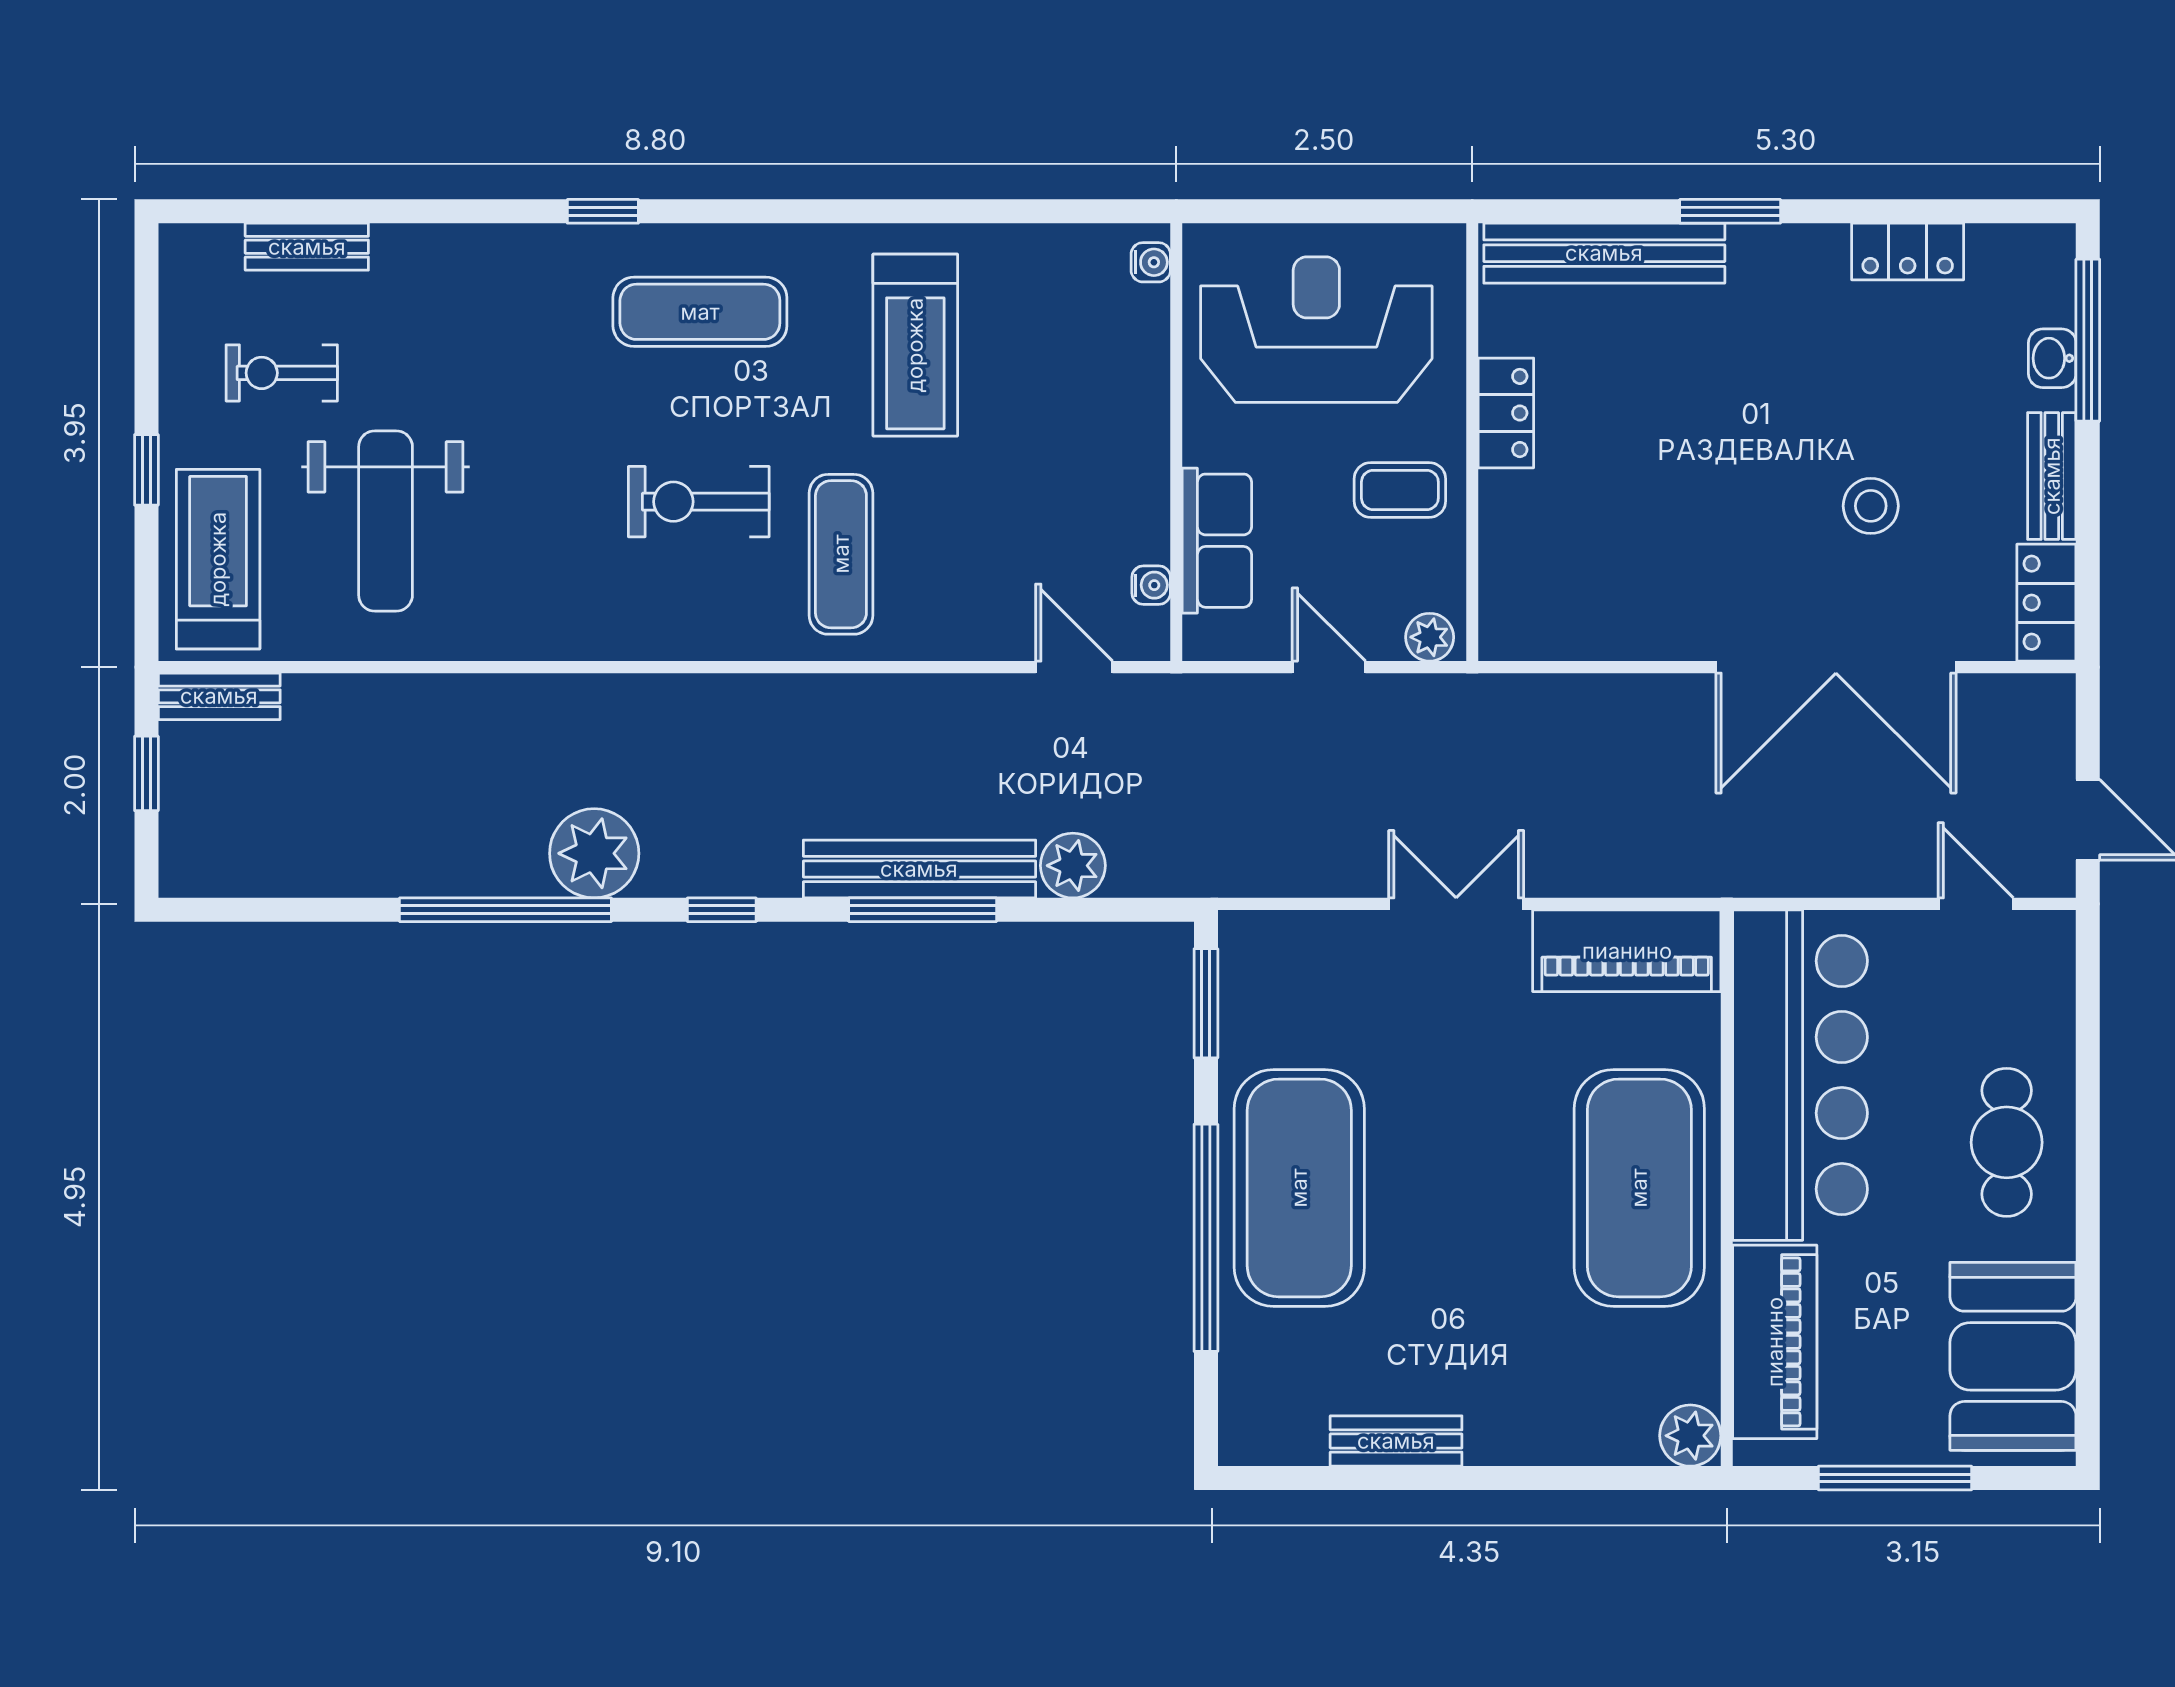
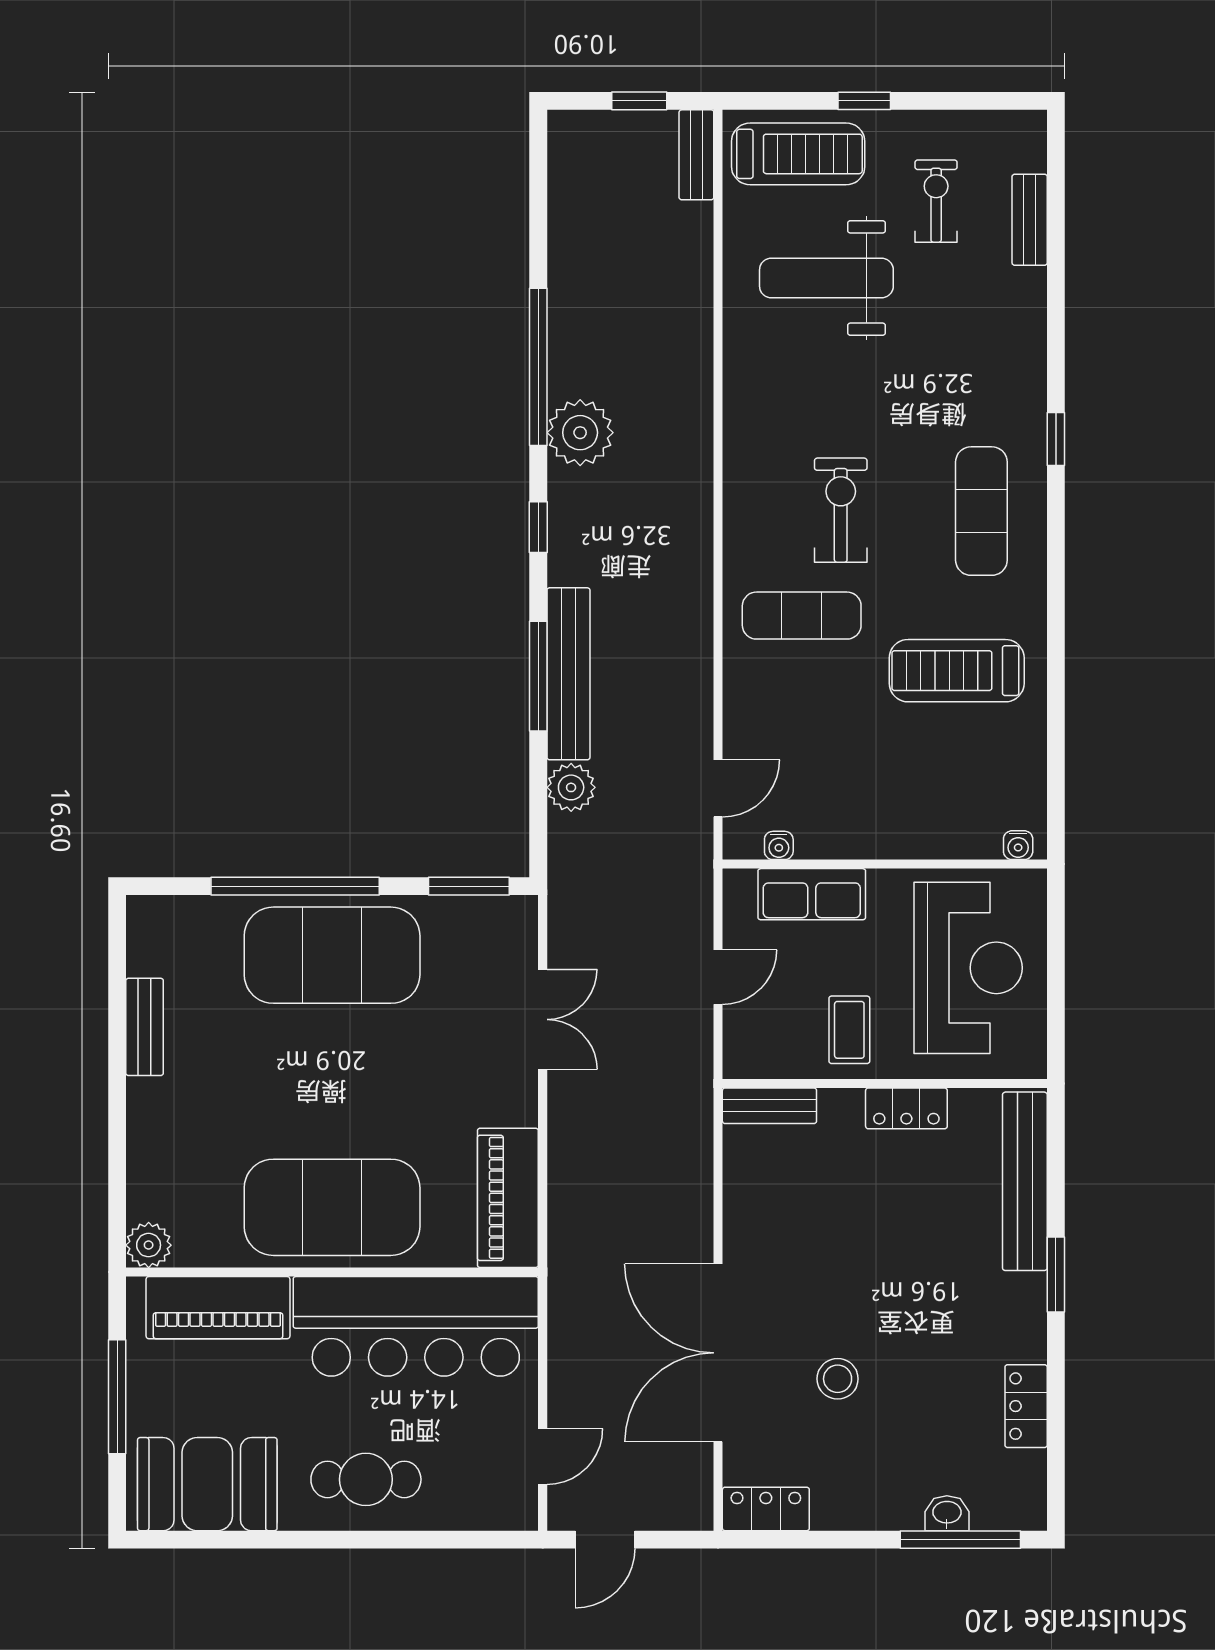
bench: (2052, 476) -> (769, 1106), moved
plant: (1430, 637) -> (740, 1052), removed
double door: (1456, 904) -> (543, 1019), moved

